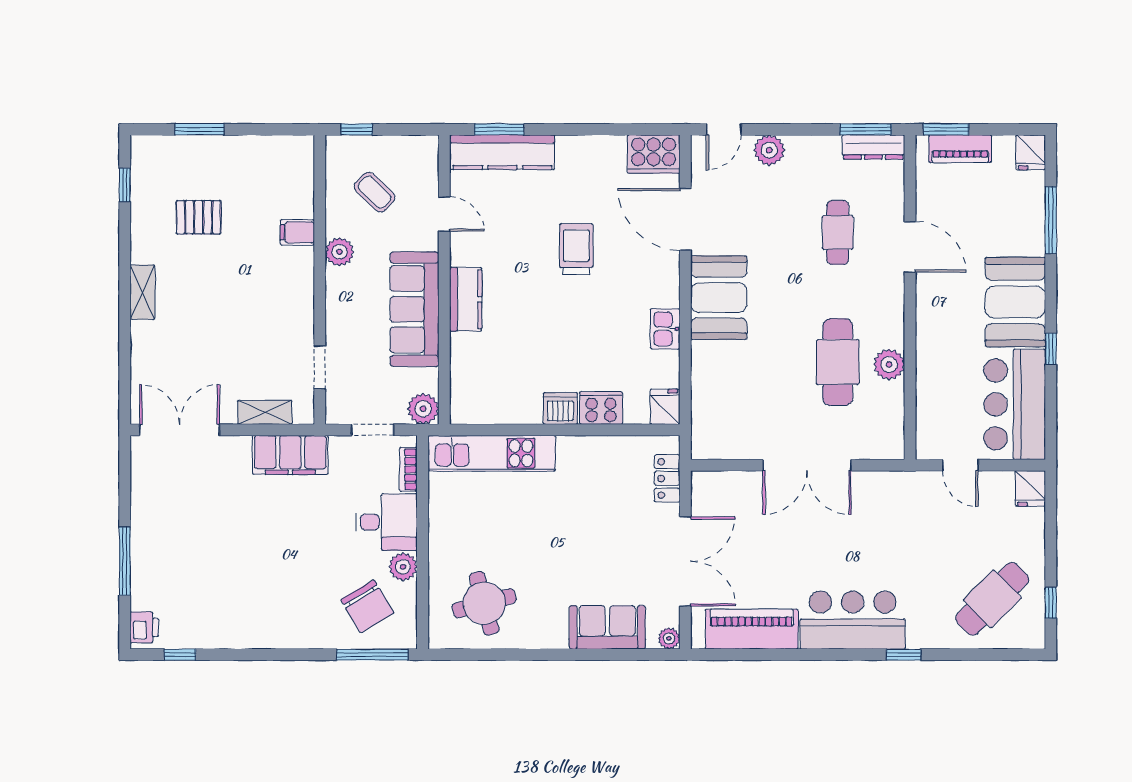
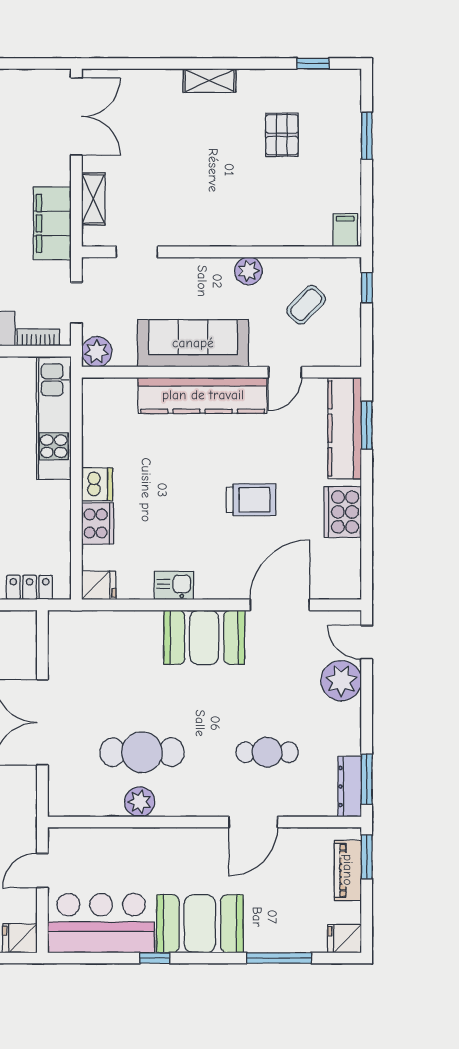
plant: (769, 150) -> (341, 681), width x1.36, depth x1.36
cooker: (654, 154) -> (343, 512), moved
filing cabinet: (297, 232) -> (345, 230), moved
kitchen counter: (466, 299) -> (203, 395), width x2.08, depth x1.17

